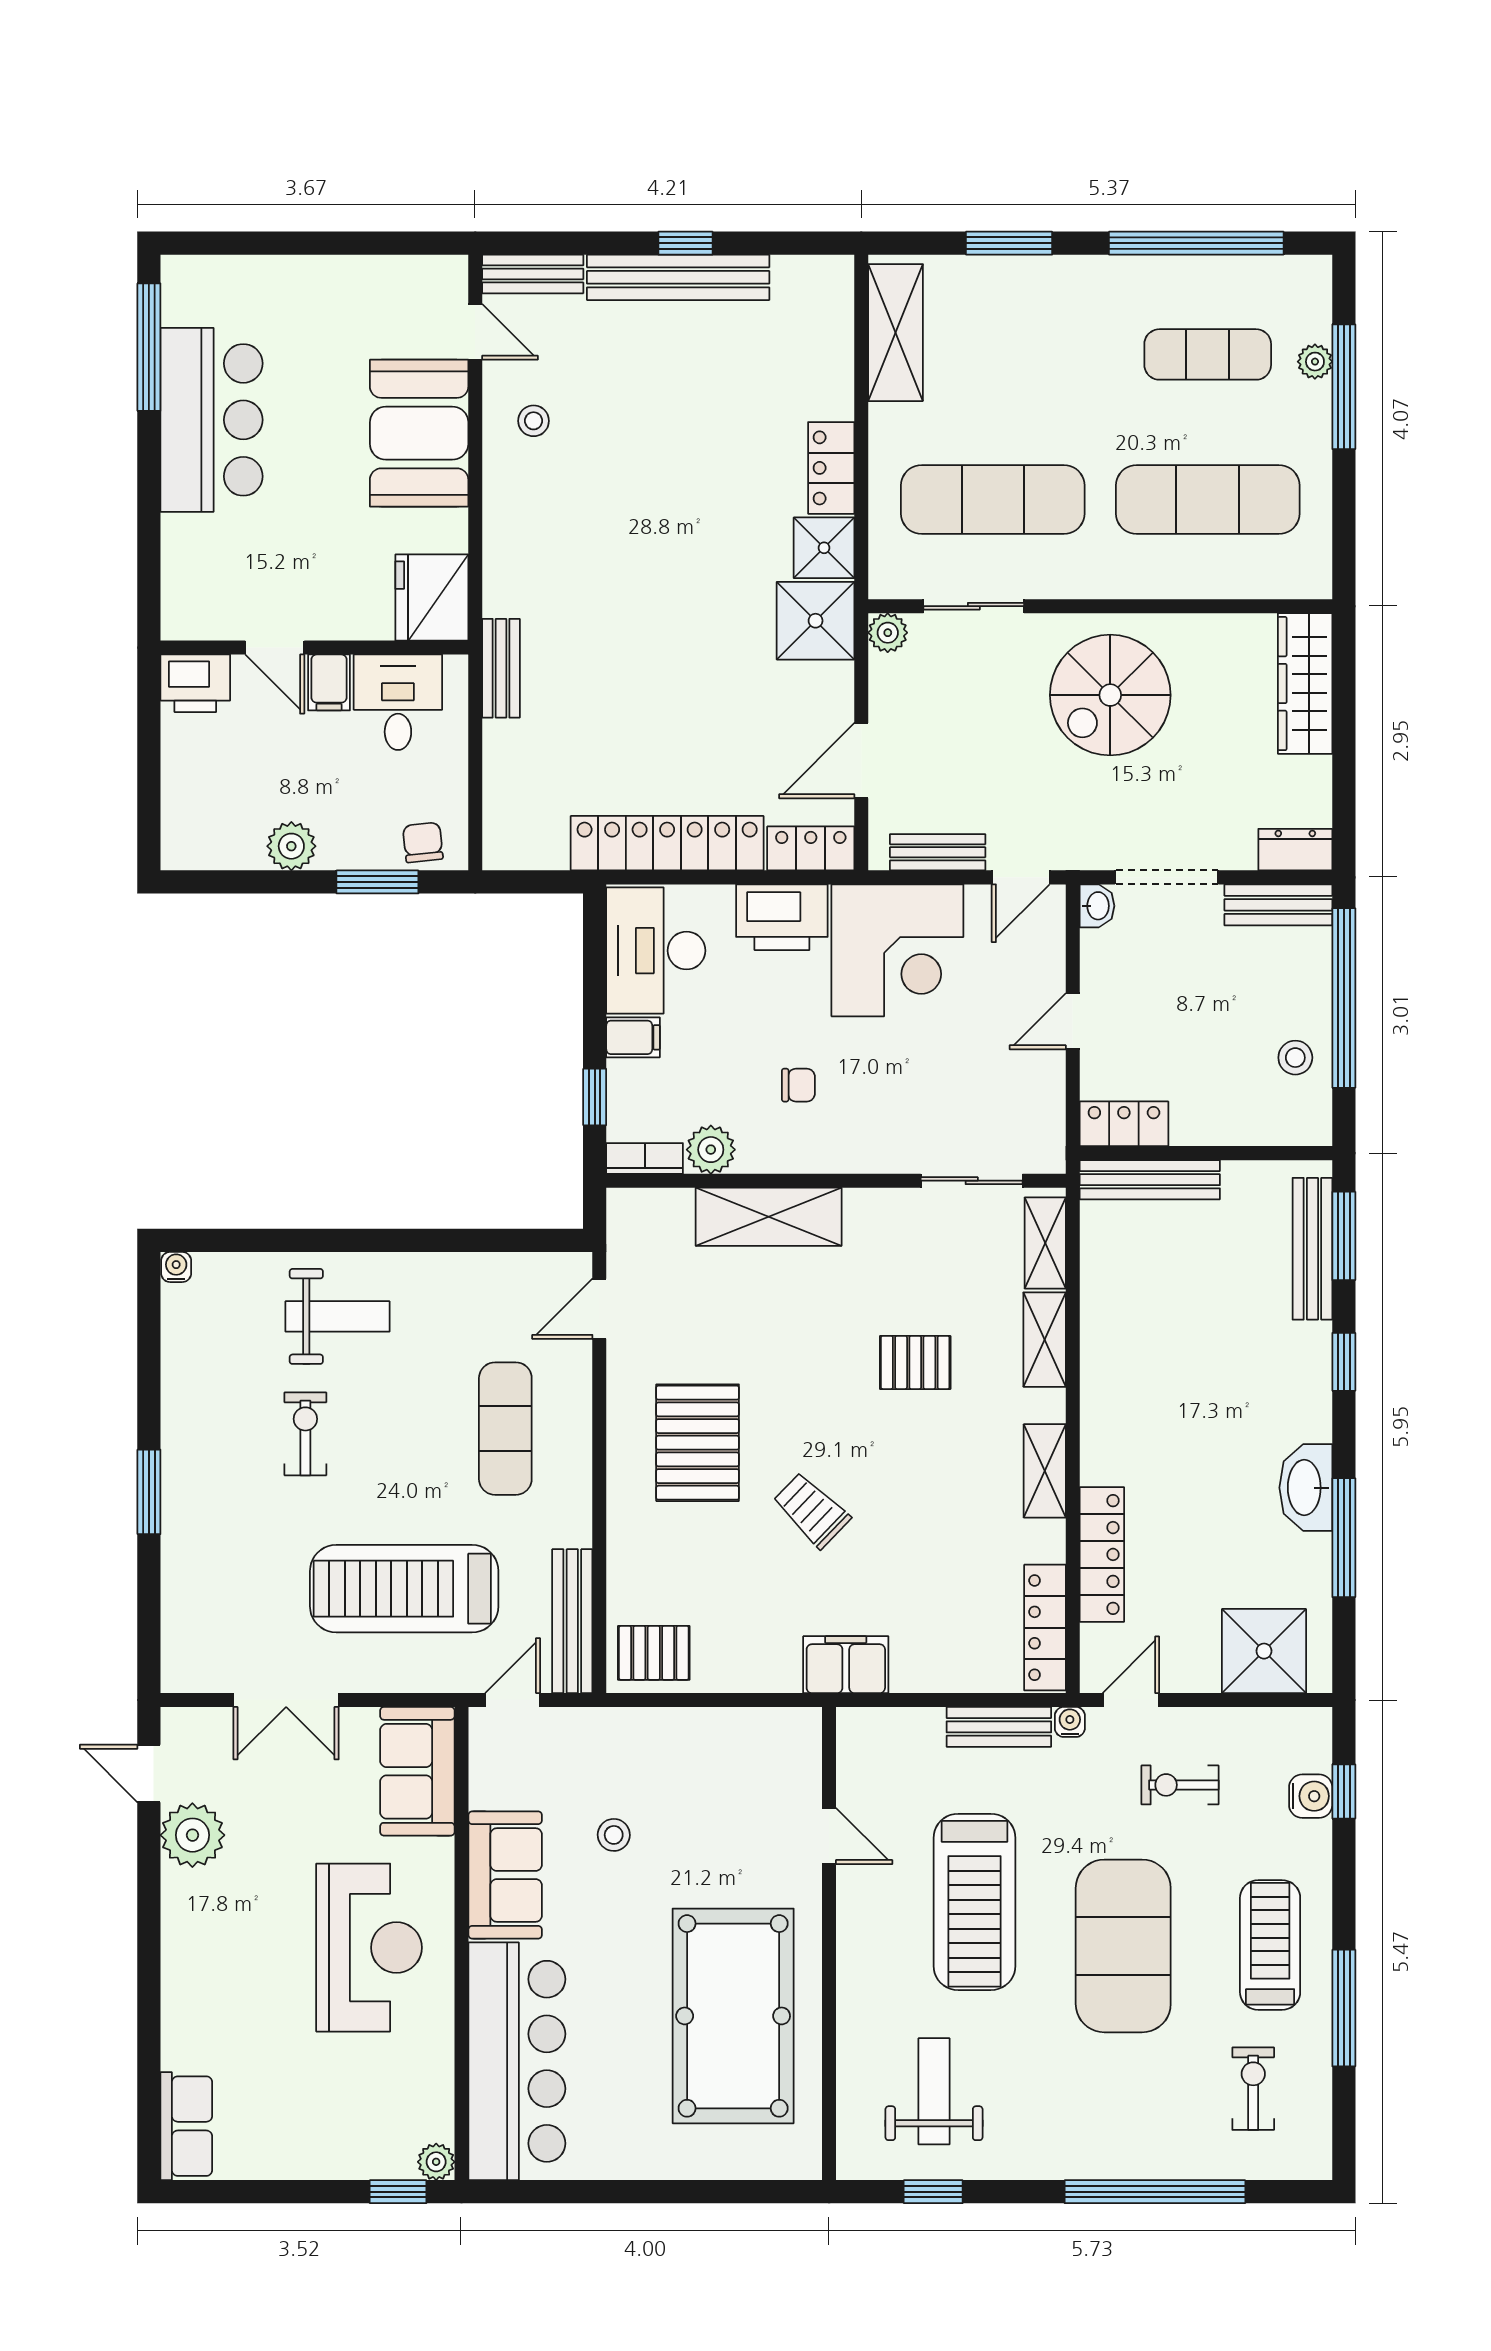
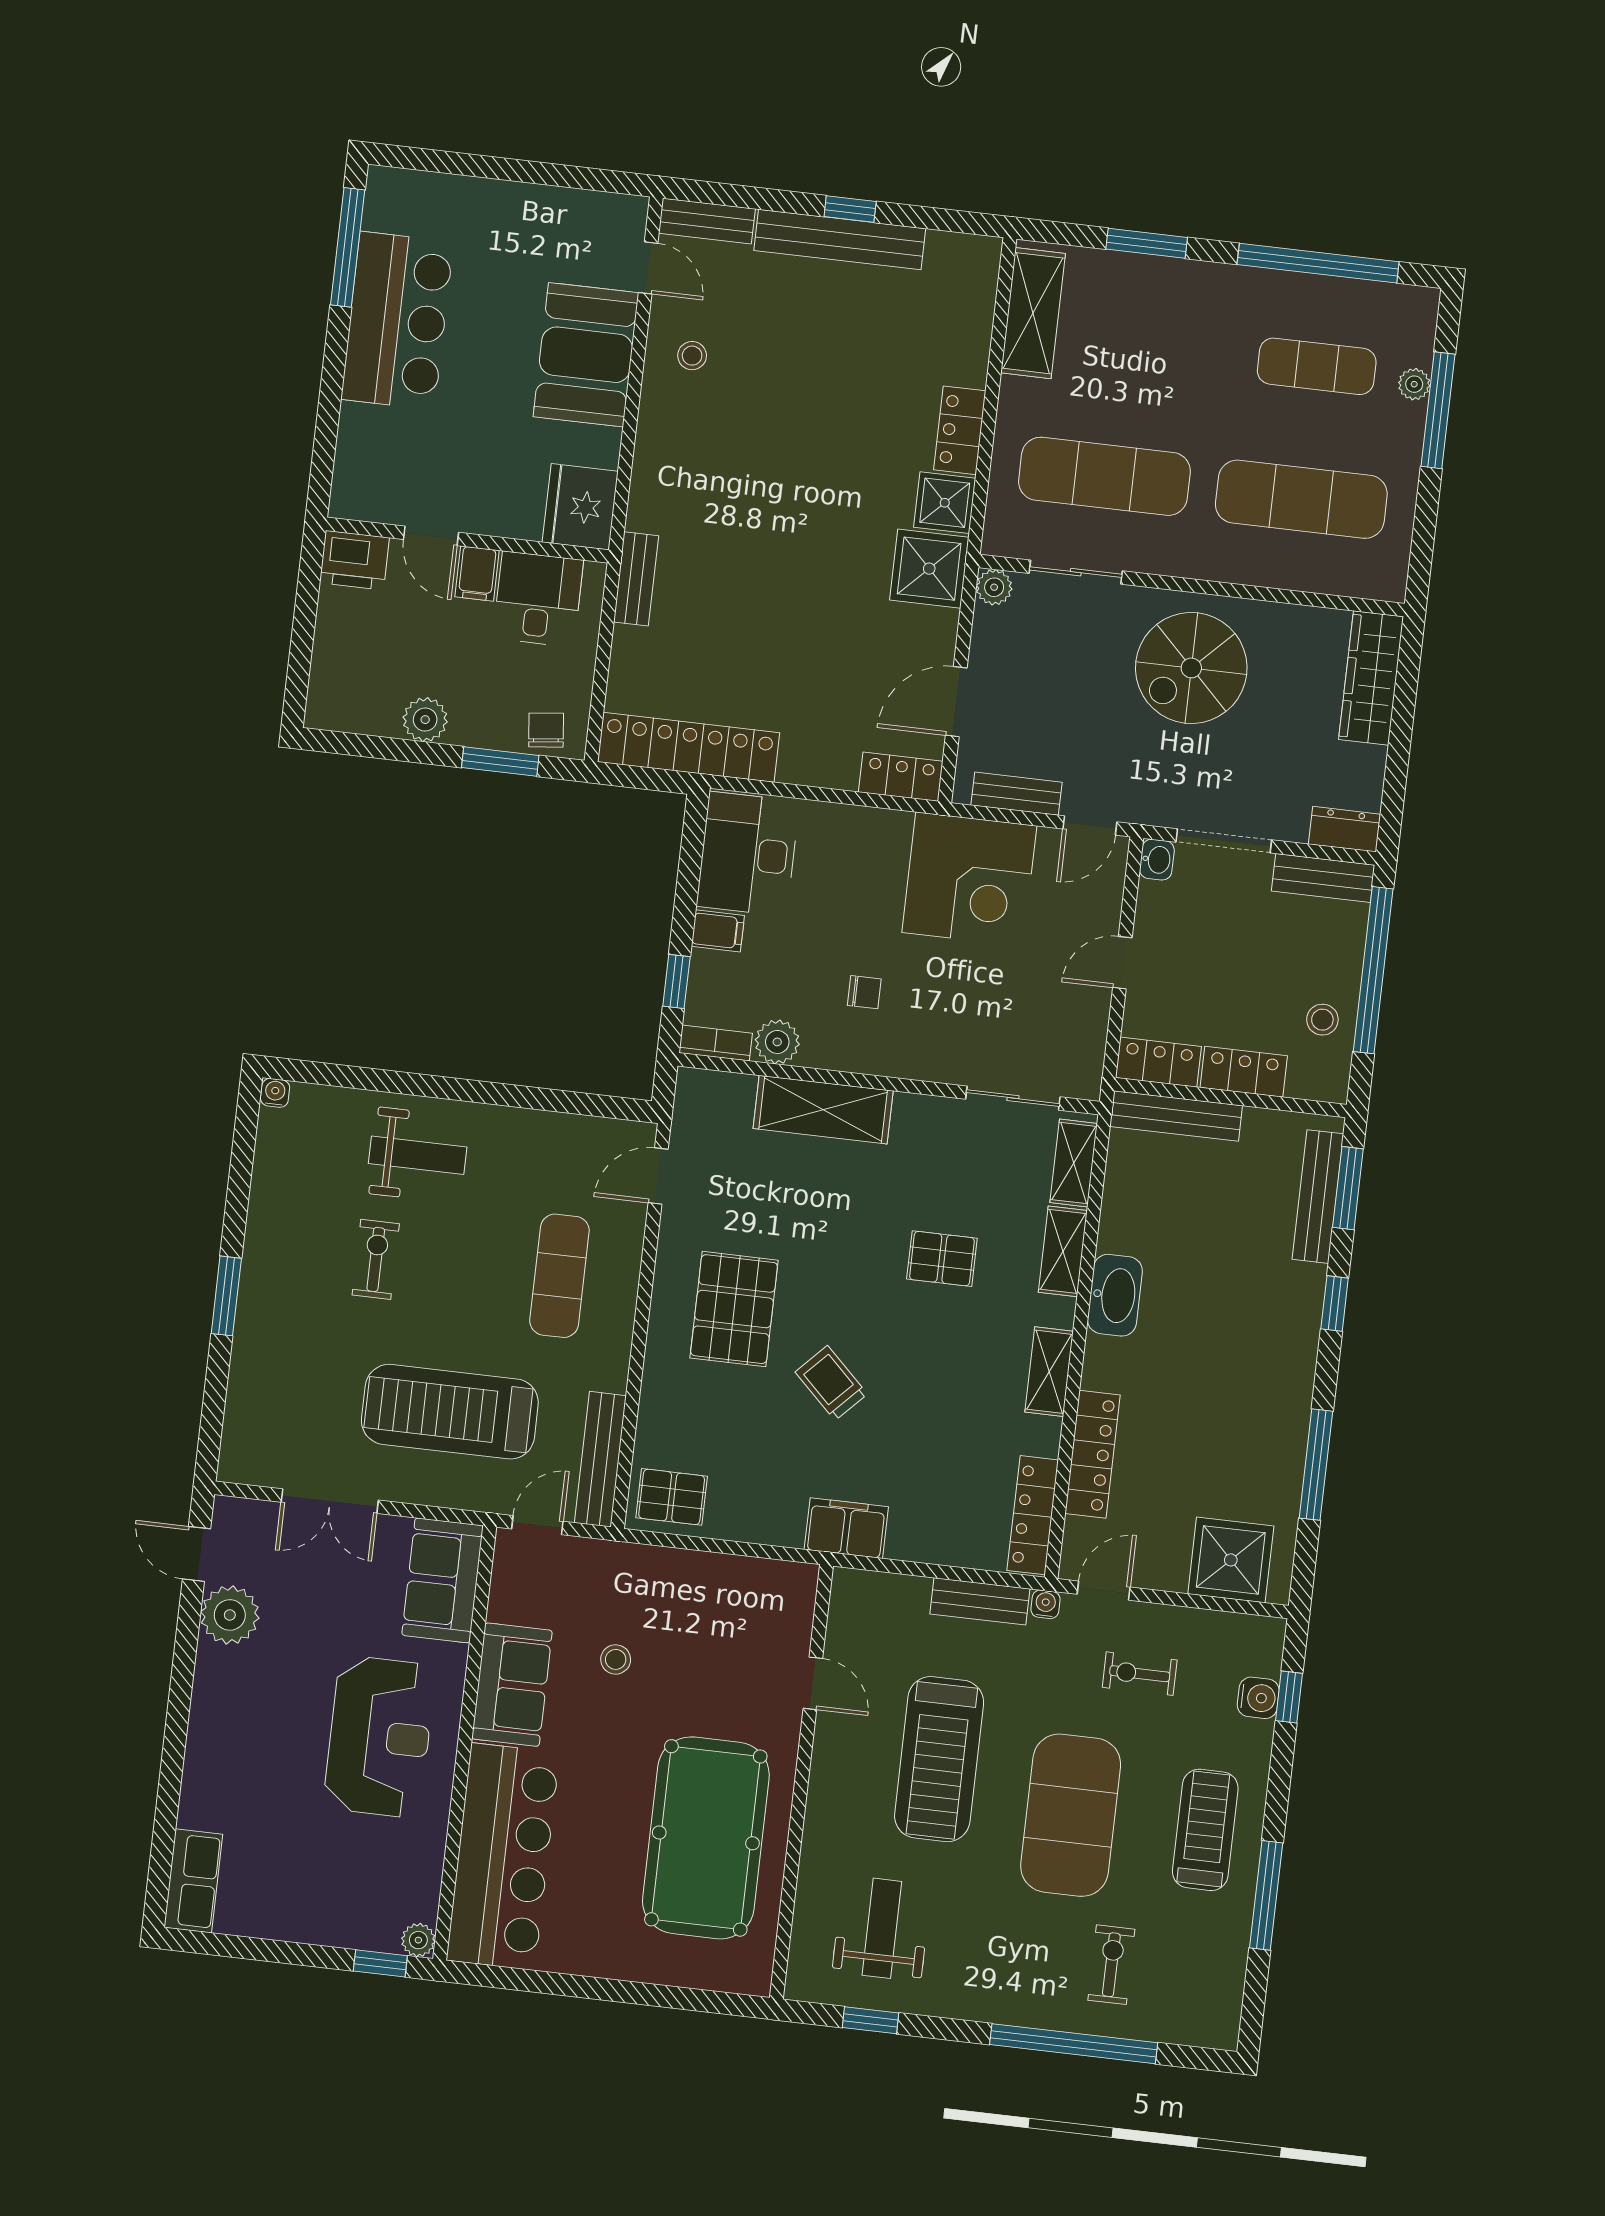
locker: (667, 843) -> (689, 747), moved
printer: (782, 917) -> (867, 837), removed
locker: (1217, 1123) -> (1244, 1072), added
washbasin: (1306, 1488) -> (1115, 1295), moved, turned 180
exercise bike: (1253, 2089) -> (1111, 1965), moved

